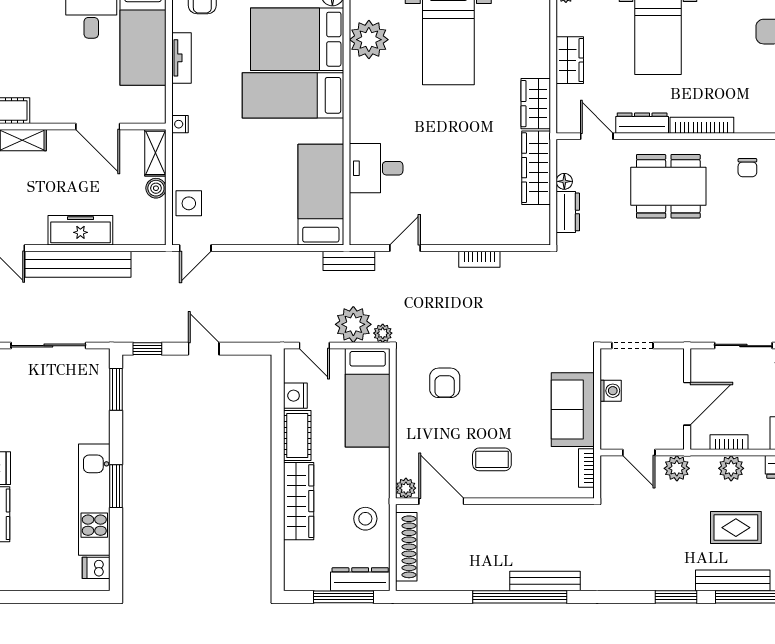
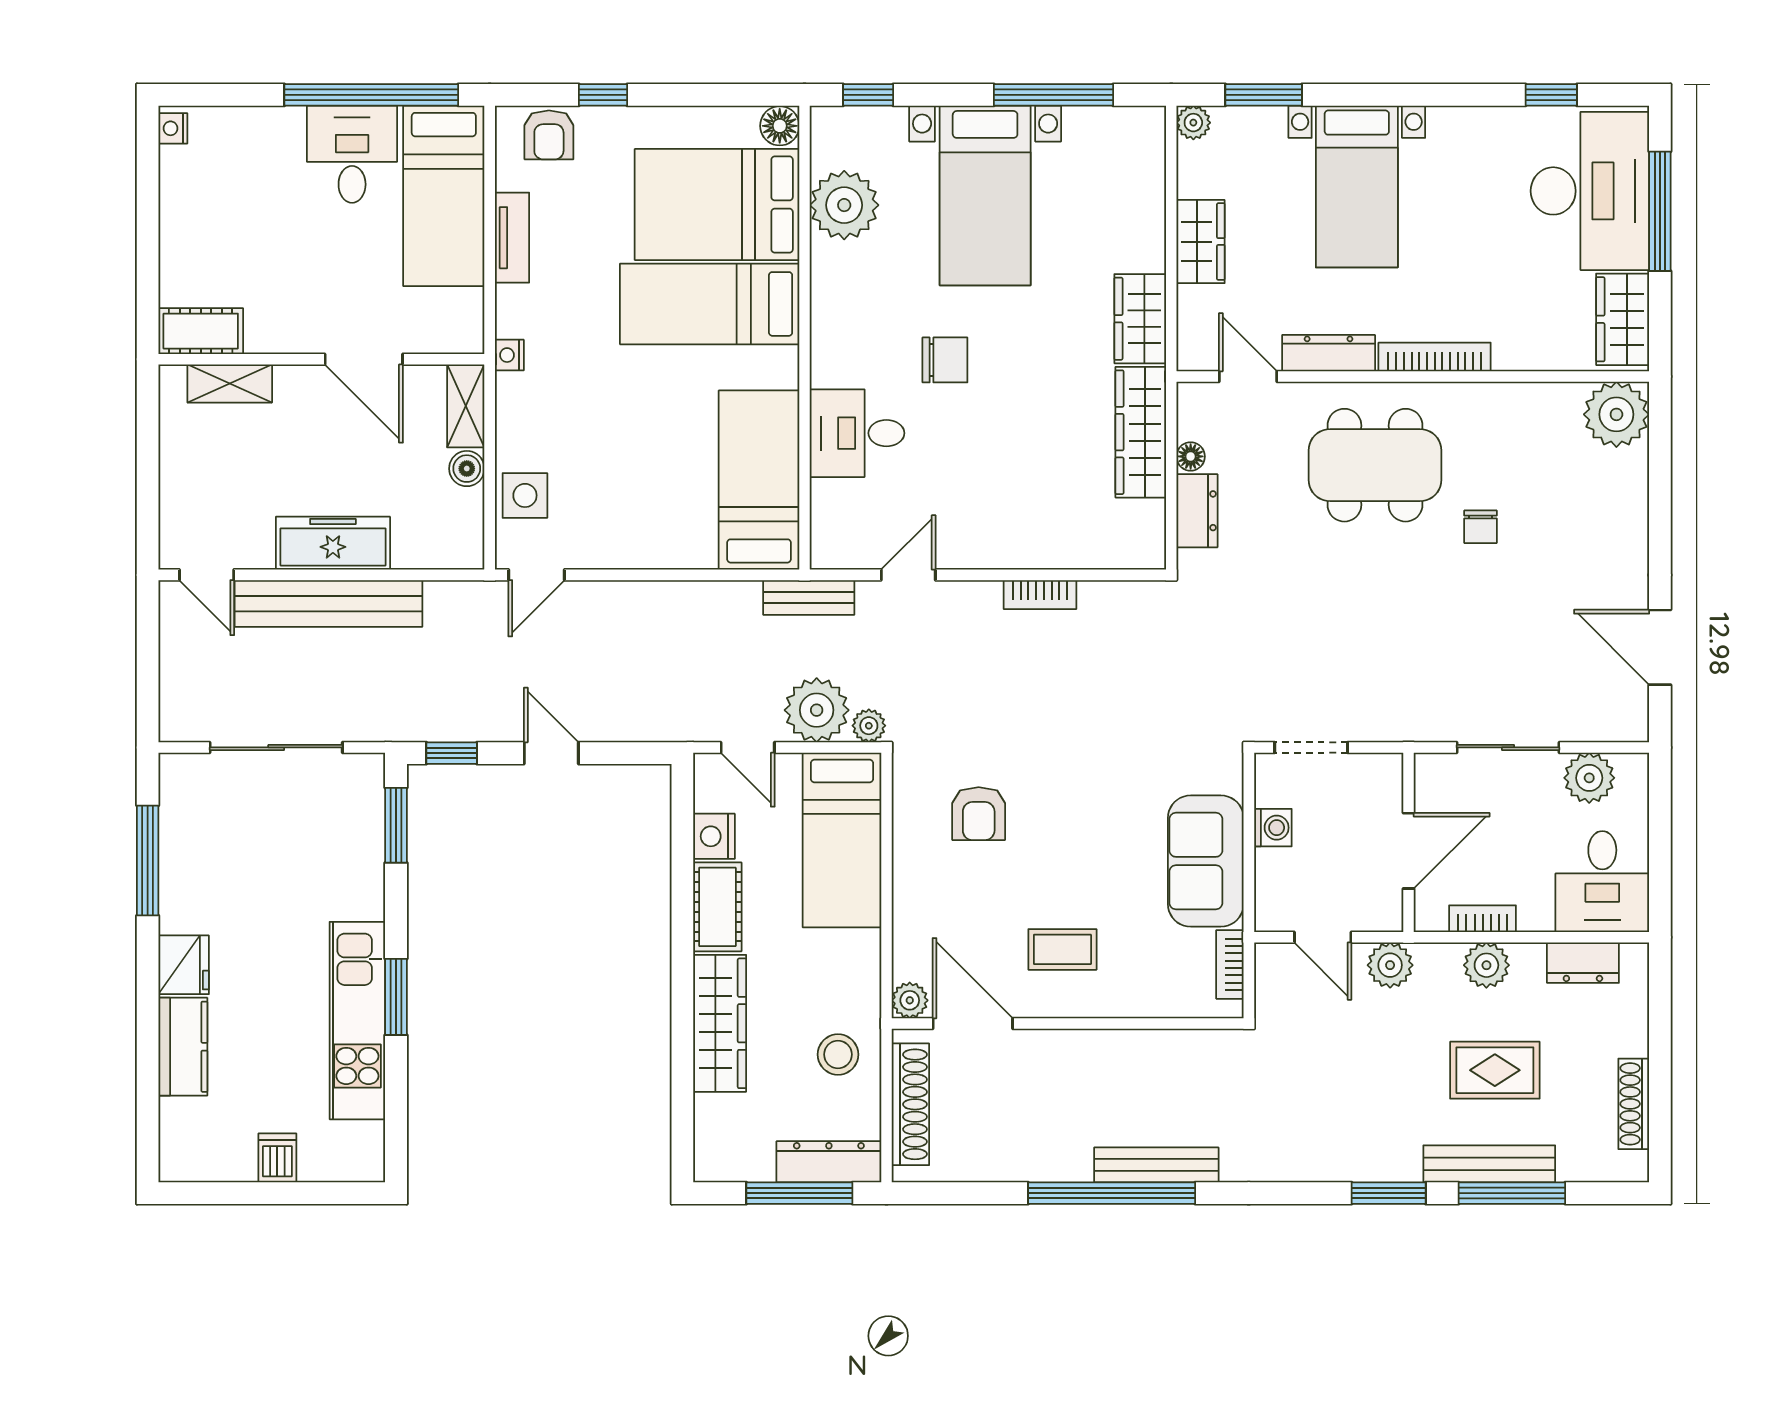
chair: (426, 127) -> (945, 360), added
chair: (747, 168) -> (1480, 527), moved
dishwasher: (96, 568) -> (277, 1158), moved, turned 90

